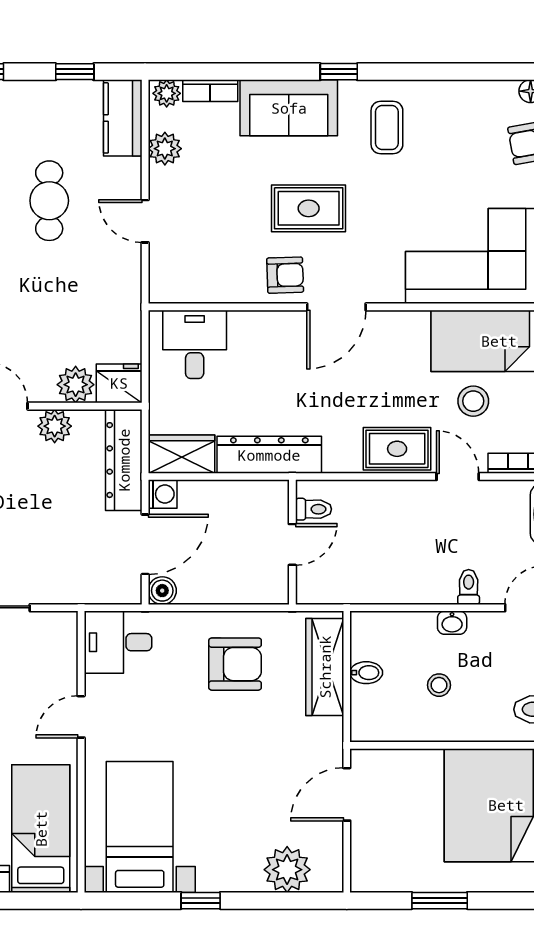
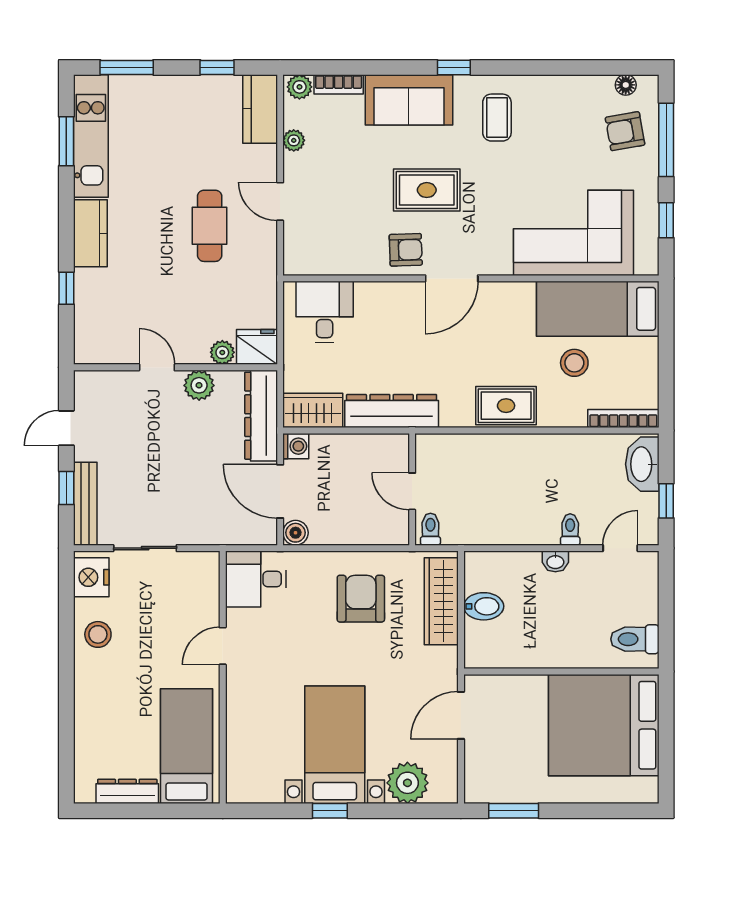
plant: (165, 149) -> (294, 140), width x0.73, depth x0.73
cafe table: (49, 201) -> (210, 226), moved
plant: (76, 385) -> (222, 352), width x0.73, depth x0.73
door: (458, 477) -> (560, 430), removed
toilet: (313, 509) -> (430, 529), moved, turned -90
door: (145, 544) -> (280, 491), swing flipped
door: (292, 544) -> (412, 491), swing flipped
armchair: (235, 664) -> (361, 599), turned -90
bidet: (366, 673) -> (484, 606), width x1.38, depth x1.36
stool: (439, 685) -> (544, 617), removed
bed with nightstands: (140, 827) -> (335, 745), moved
window: (440, 901) -> (514, 811), moved

